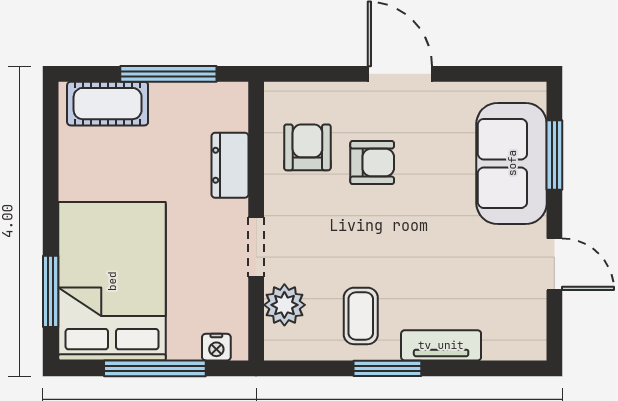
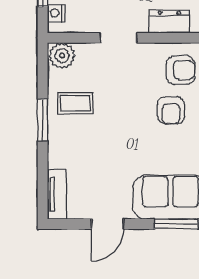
plant: (284, 305) -> (62, 56), moved
tv unit: (441, 345) -> (57, 194), moved

